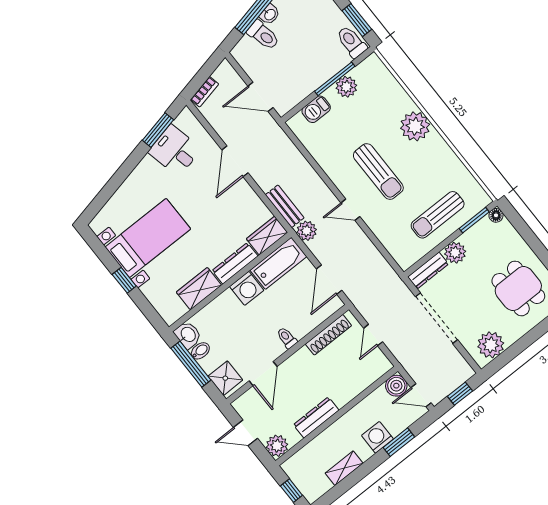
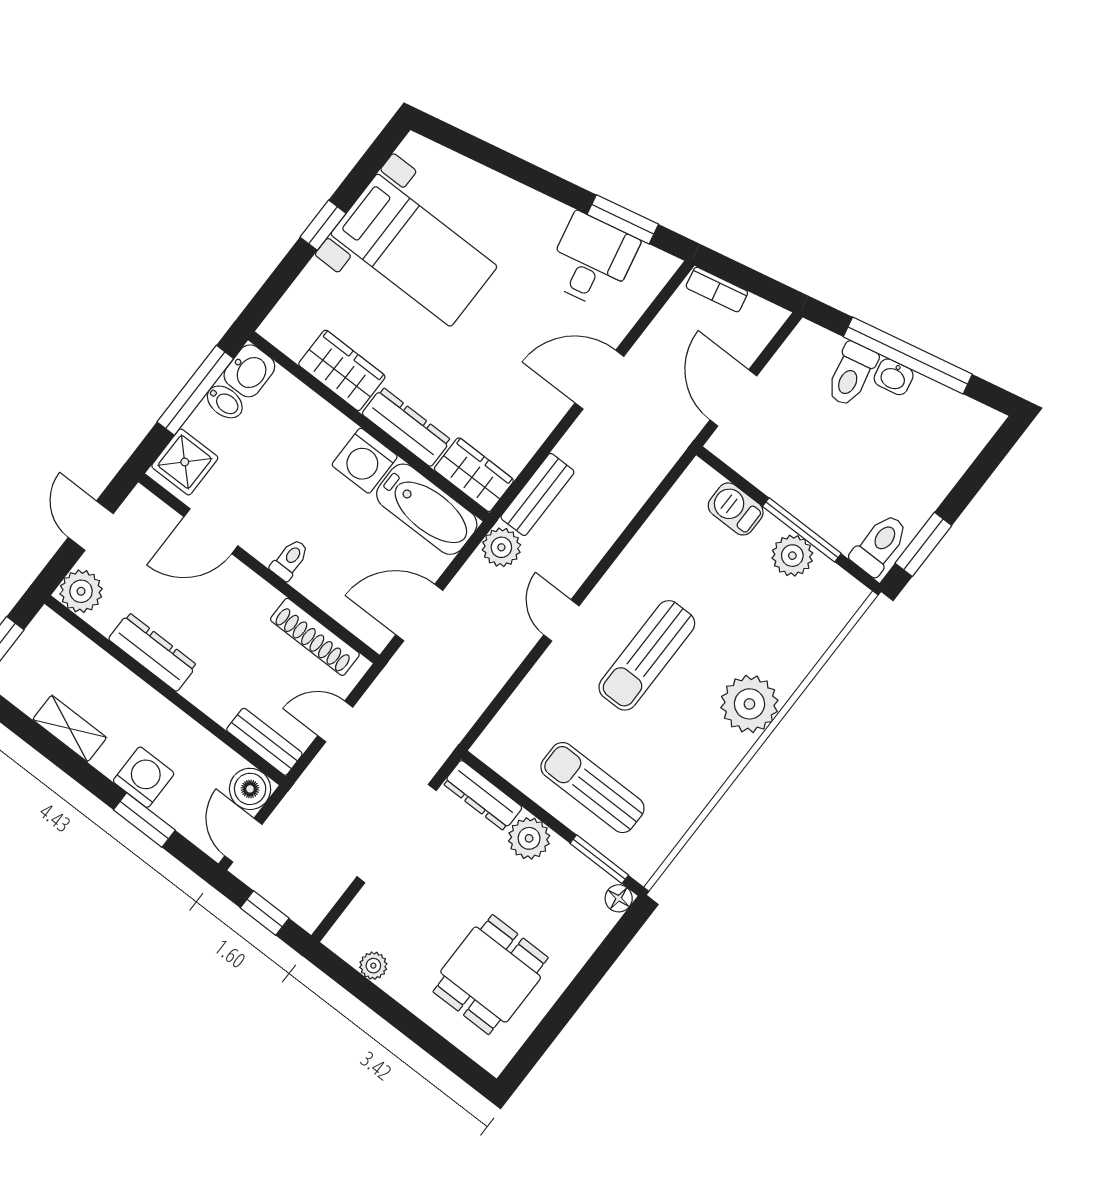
plant: (491, 345) -> (373, 966), width x0.53, depth x0.53
bench: (375, 373) -> (264, 742), added

